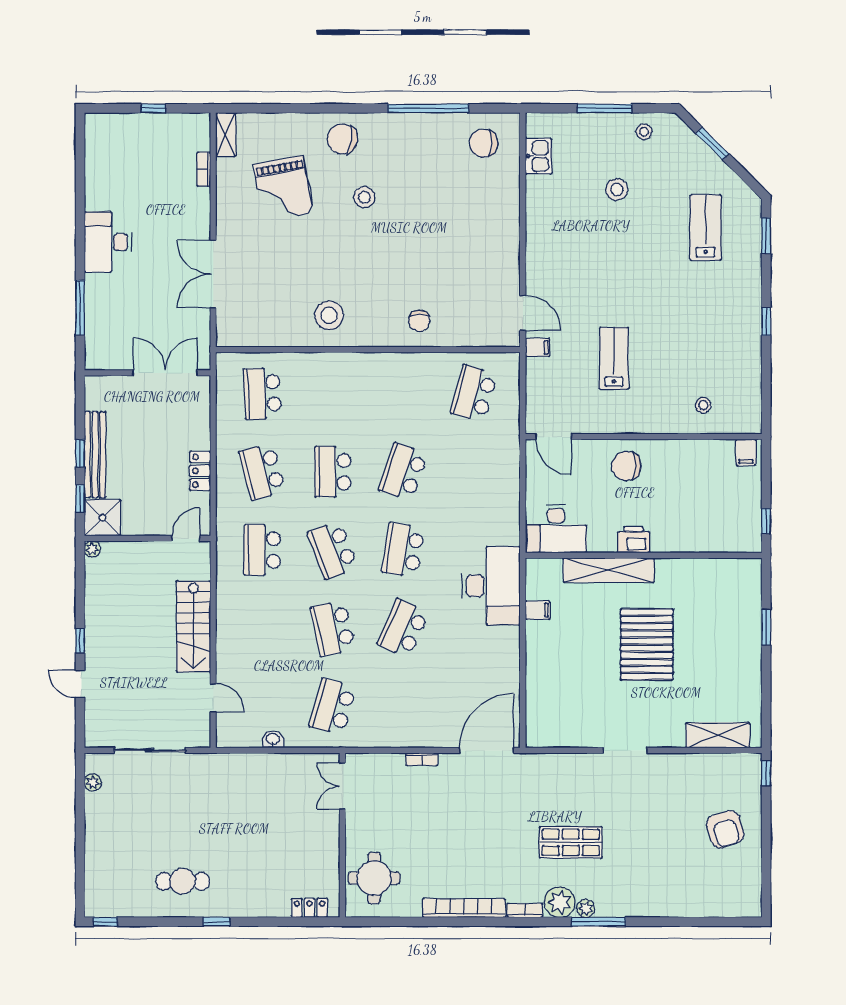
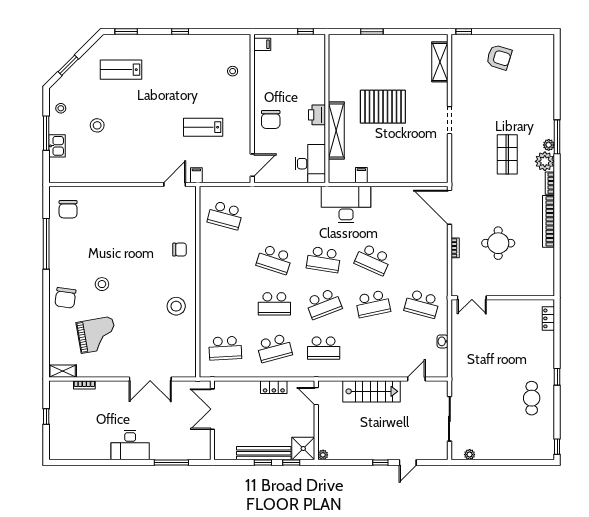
kitchen sink: (538, 156) -> (57, 146), moved, turned 90
armchair: (725, 829) -> (499, 57), turned 34
round table: (374, 878) -> (498, 243), moved

